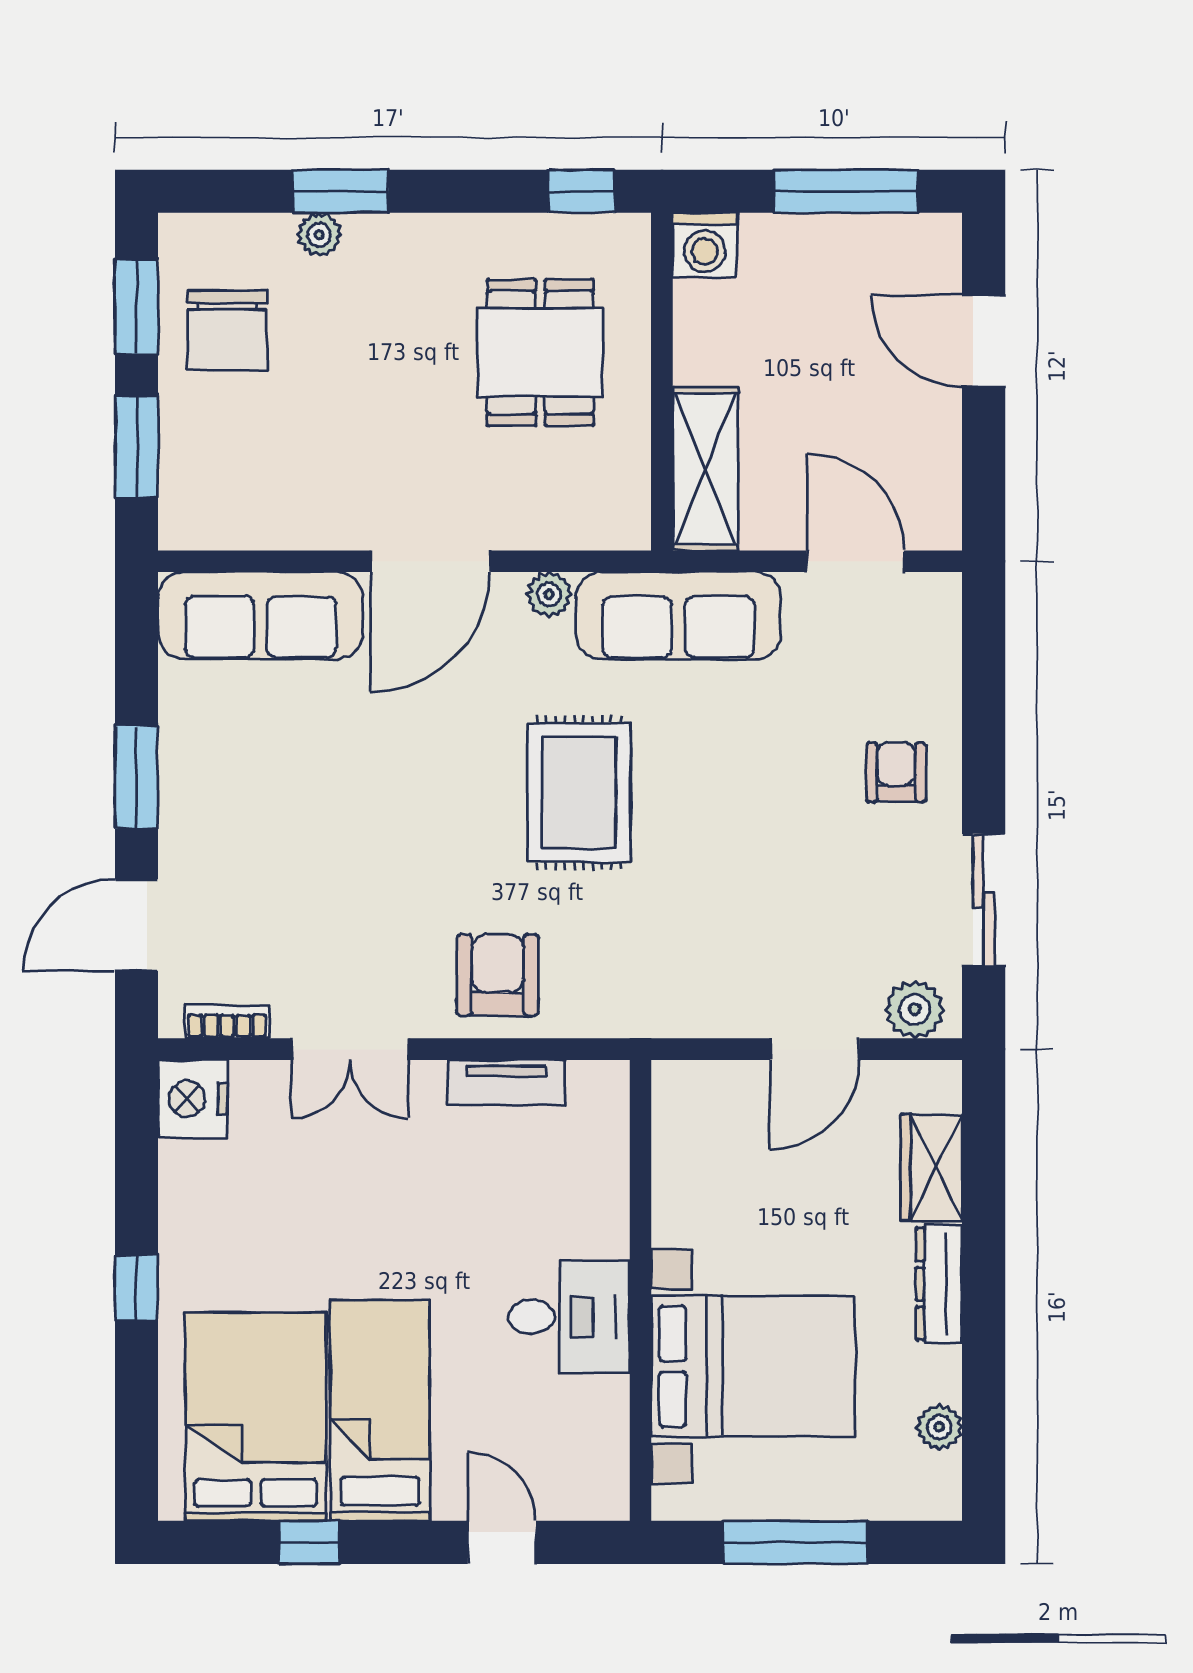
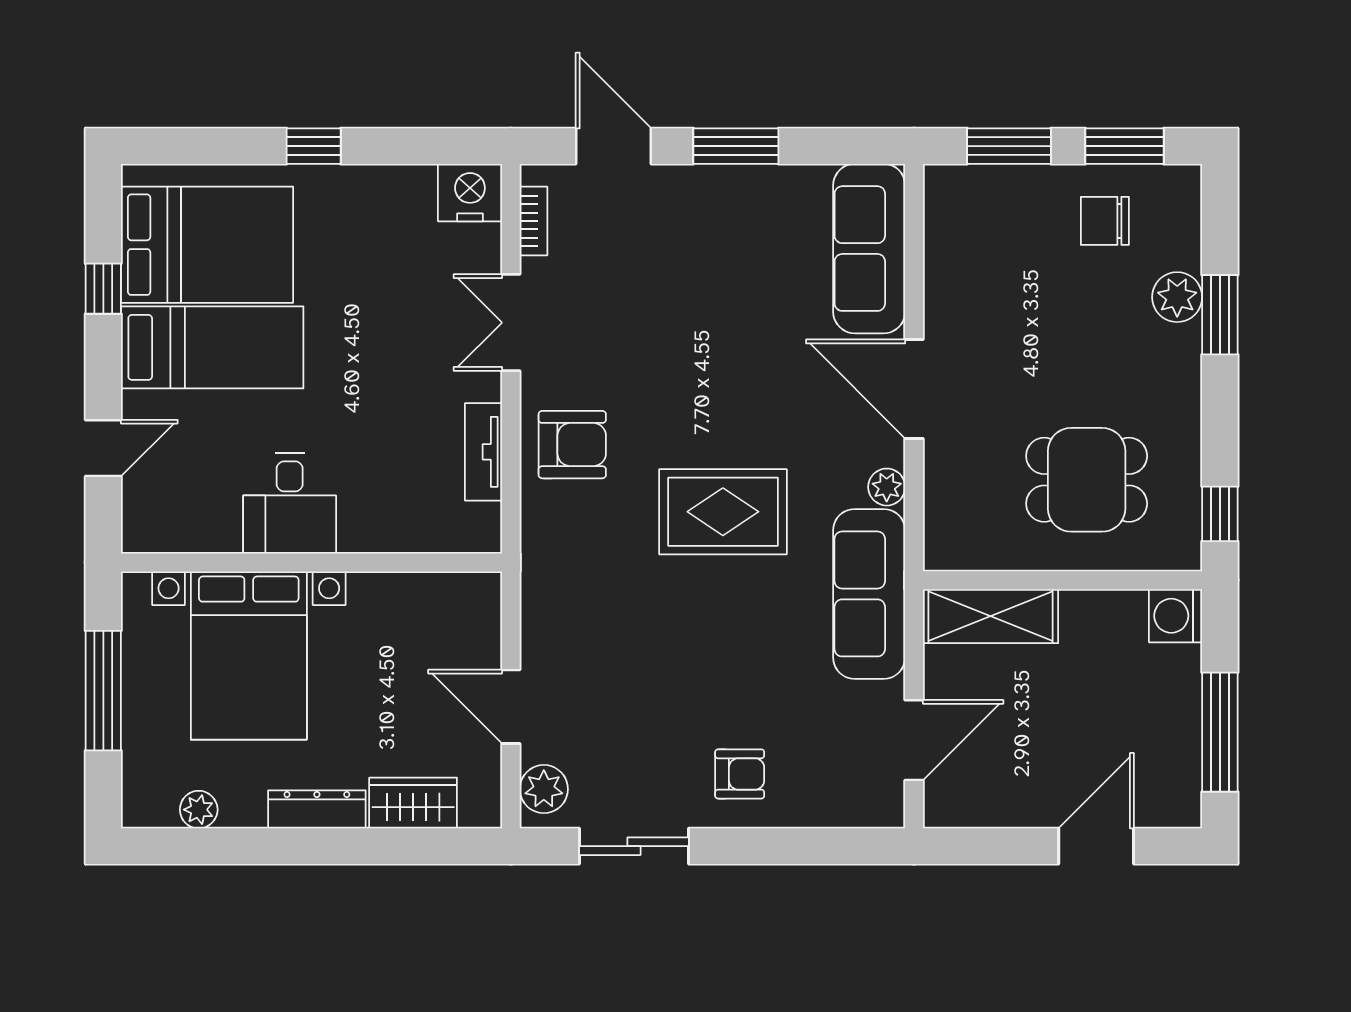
plant: (319, 235) -> (1177, 297), width x1.38, depth x1.38
chair: (227, 330) -> (1105, 221), width x0.73, depth x0.73

